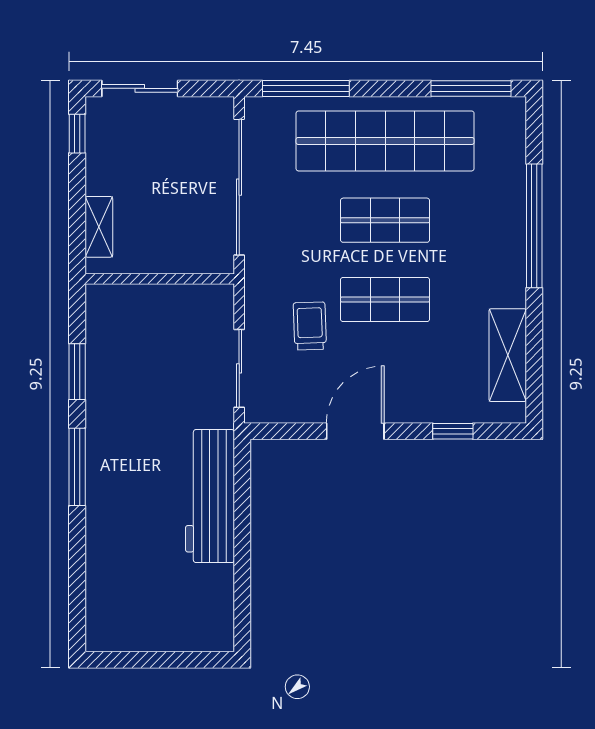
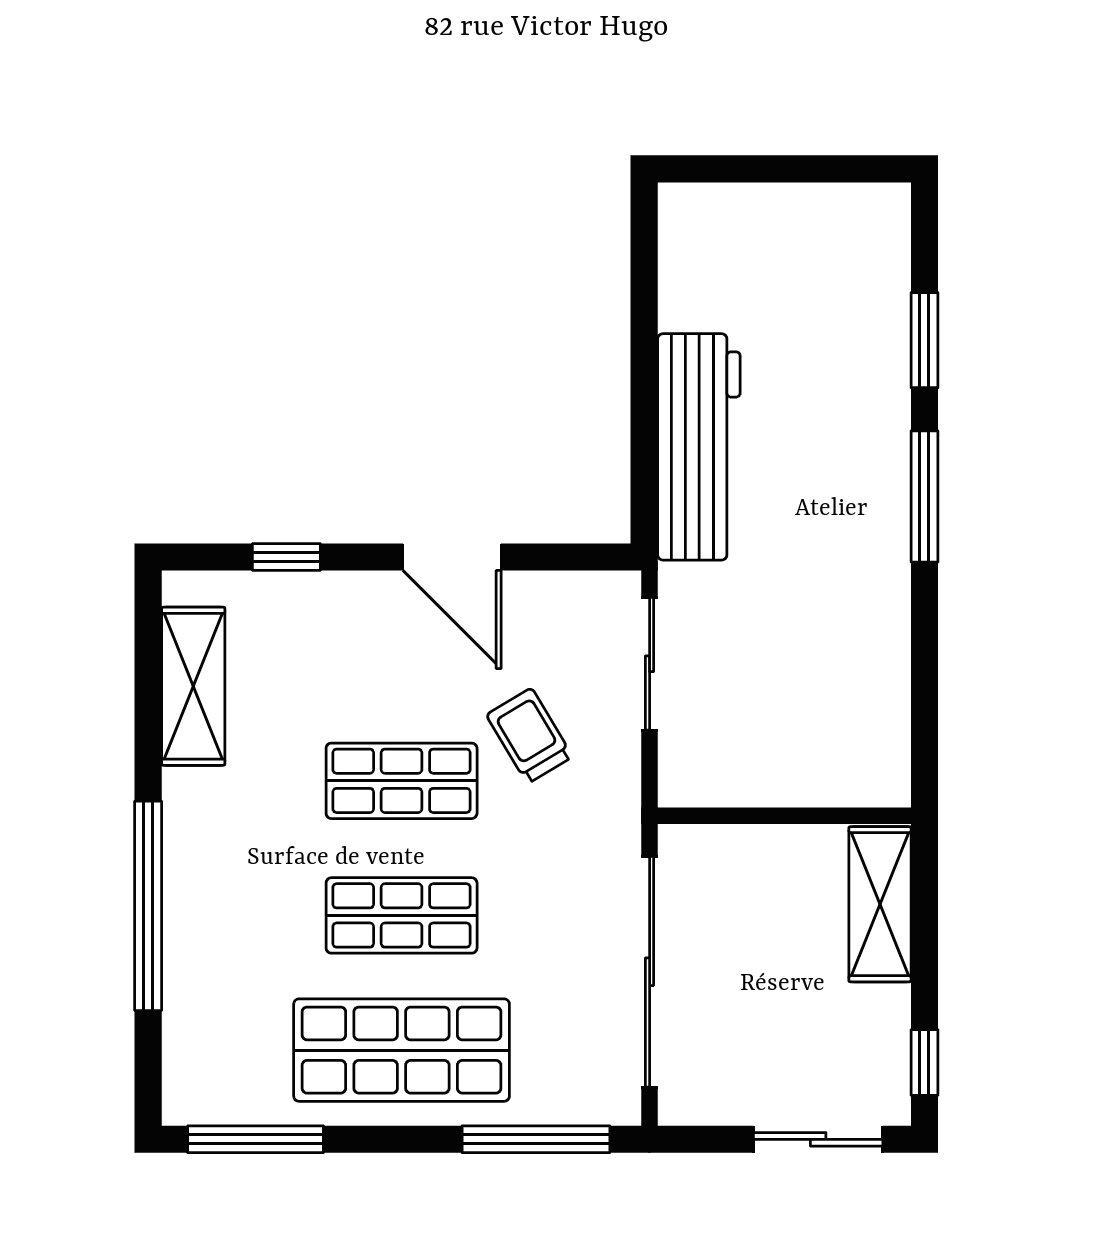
shop shelf: (385, 141) -> (402, 1050), width x0.71
shelving: (99, 227) -> (880, 904), width x1.50, depth x1.33
trolley: (310, 326) -> (529, 736), turned 151
window: (77, 372) -> (924, 340), moved
door: (355, 431) -> (452, 557), hinge flipped

